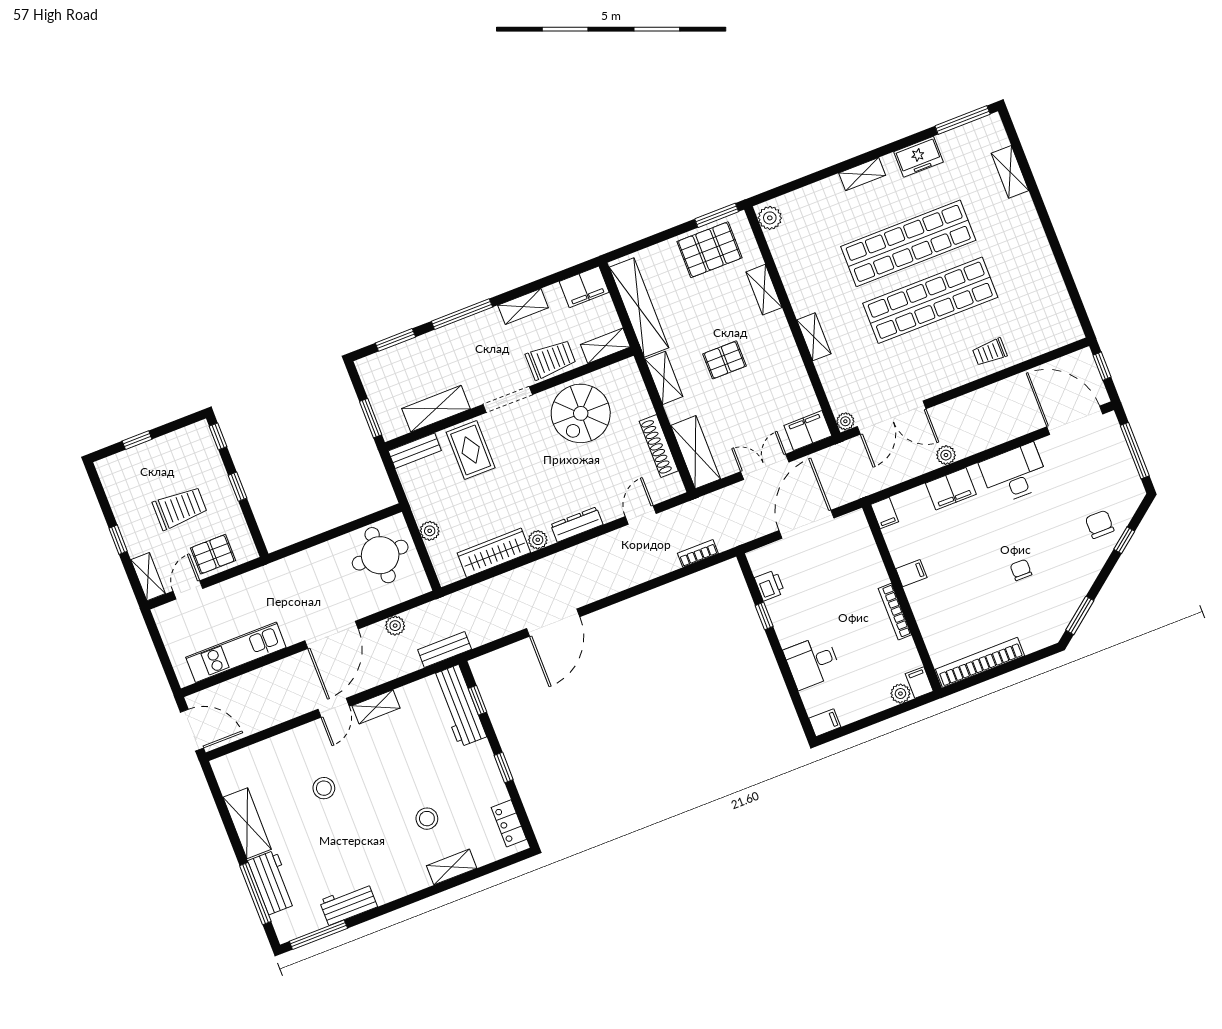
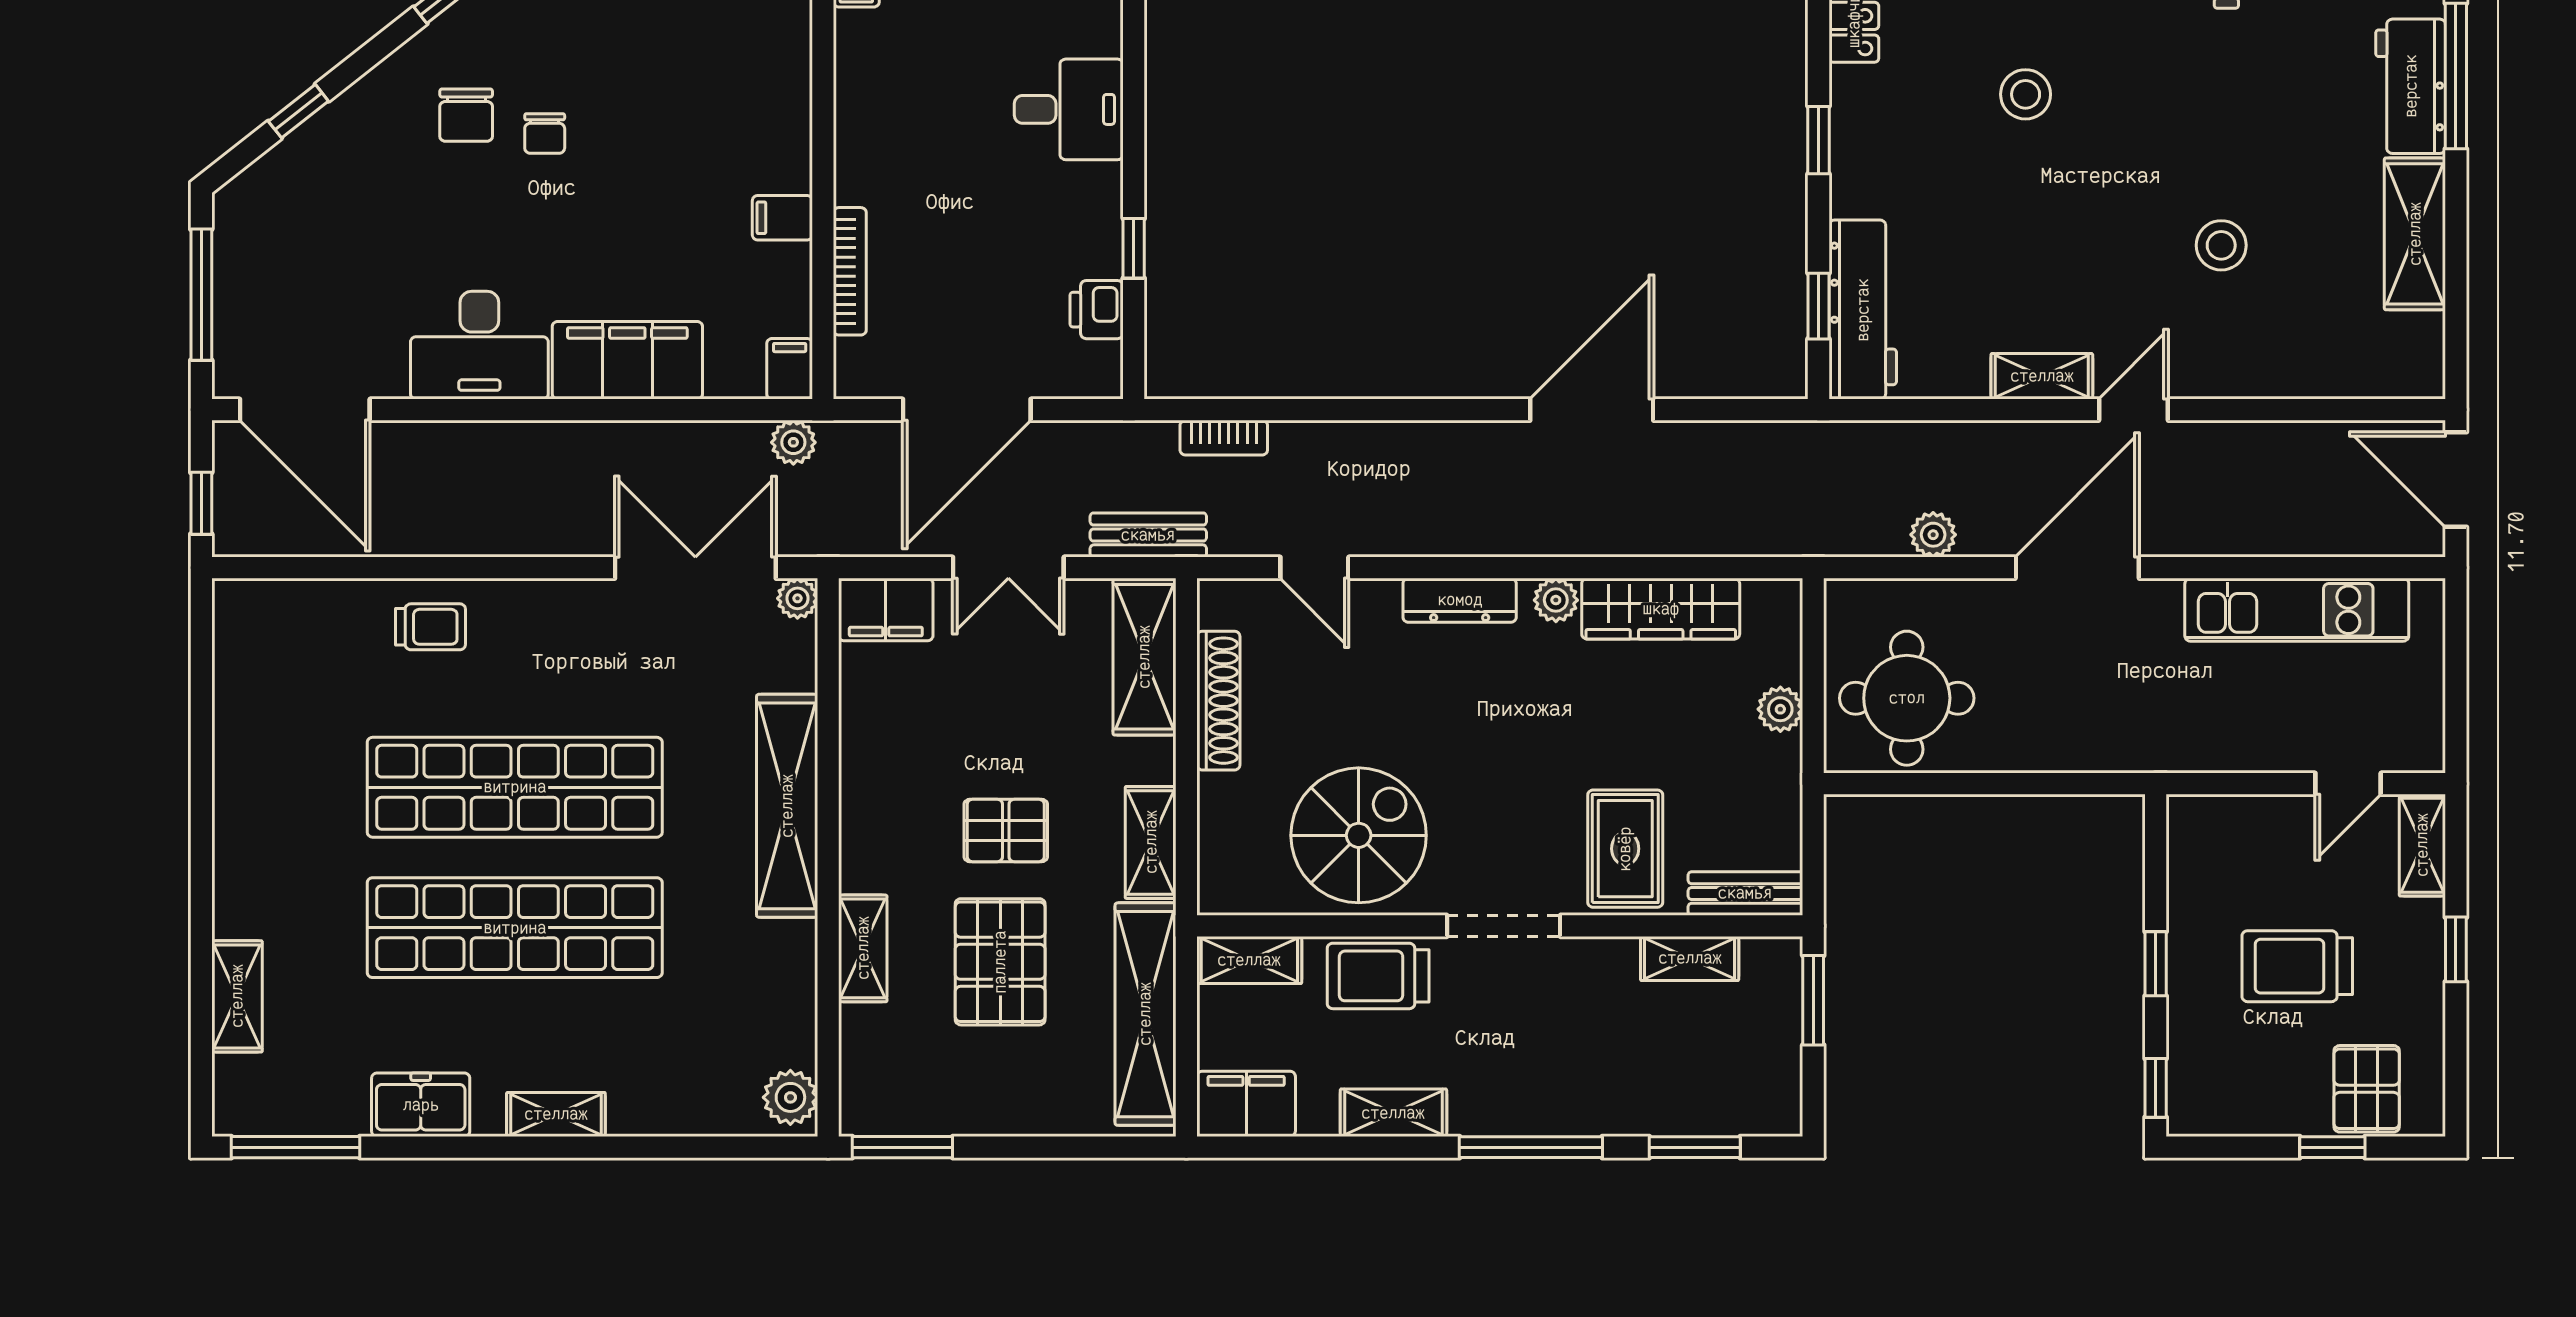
pallet: (709, 250) -> (1000, 962), moved, turned 90
shelving: (814, 337) -> (787, 806), width x2.20, depth x1.33
shelving: (436, 409) -> (1690, 958), width x0.67, depth x0.75
plant: (946, 455) -> (793, 442), moved
filing cabinet: (951, 489) -> (627, 360), width x1.50, depth x1.17
door: (641, 515) -> (1314, 568), hinge flipped
chair: (1100, 524) -> (466, 115), moved
pallet: (213, 554) -> (2367, 1089), moved, turned 90
bookcase: (895, 612) -> (850, 271), moved
bench: (445, 649) -> (1148, 535), moved

